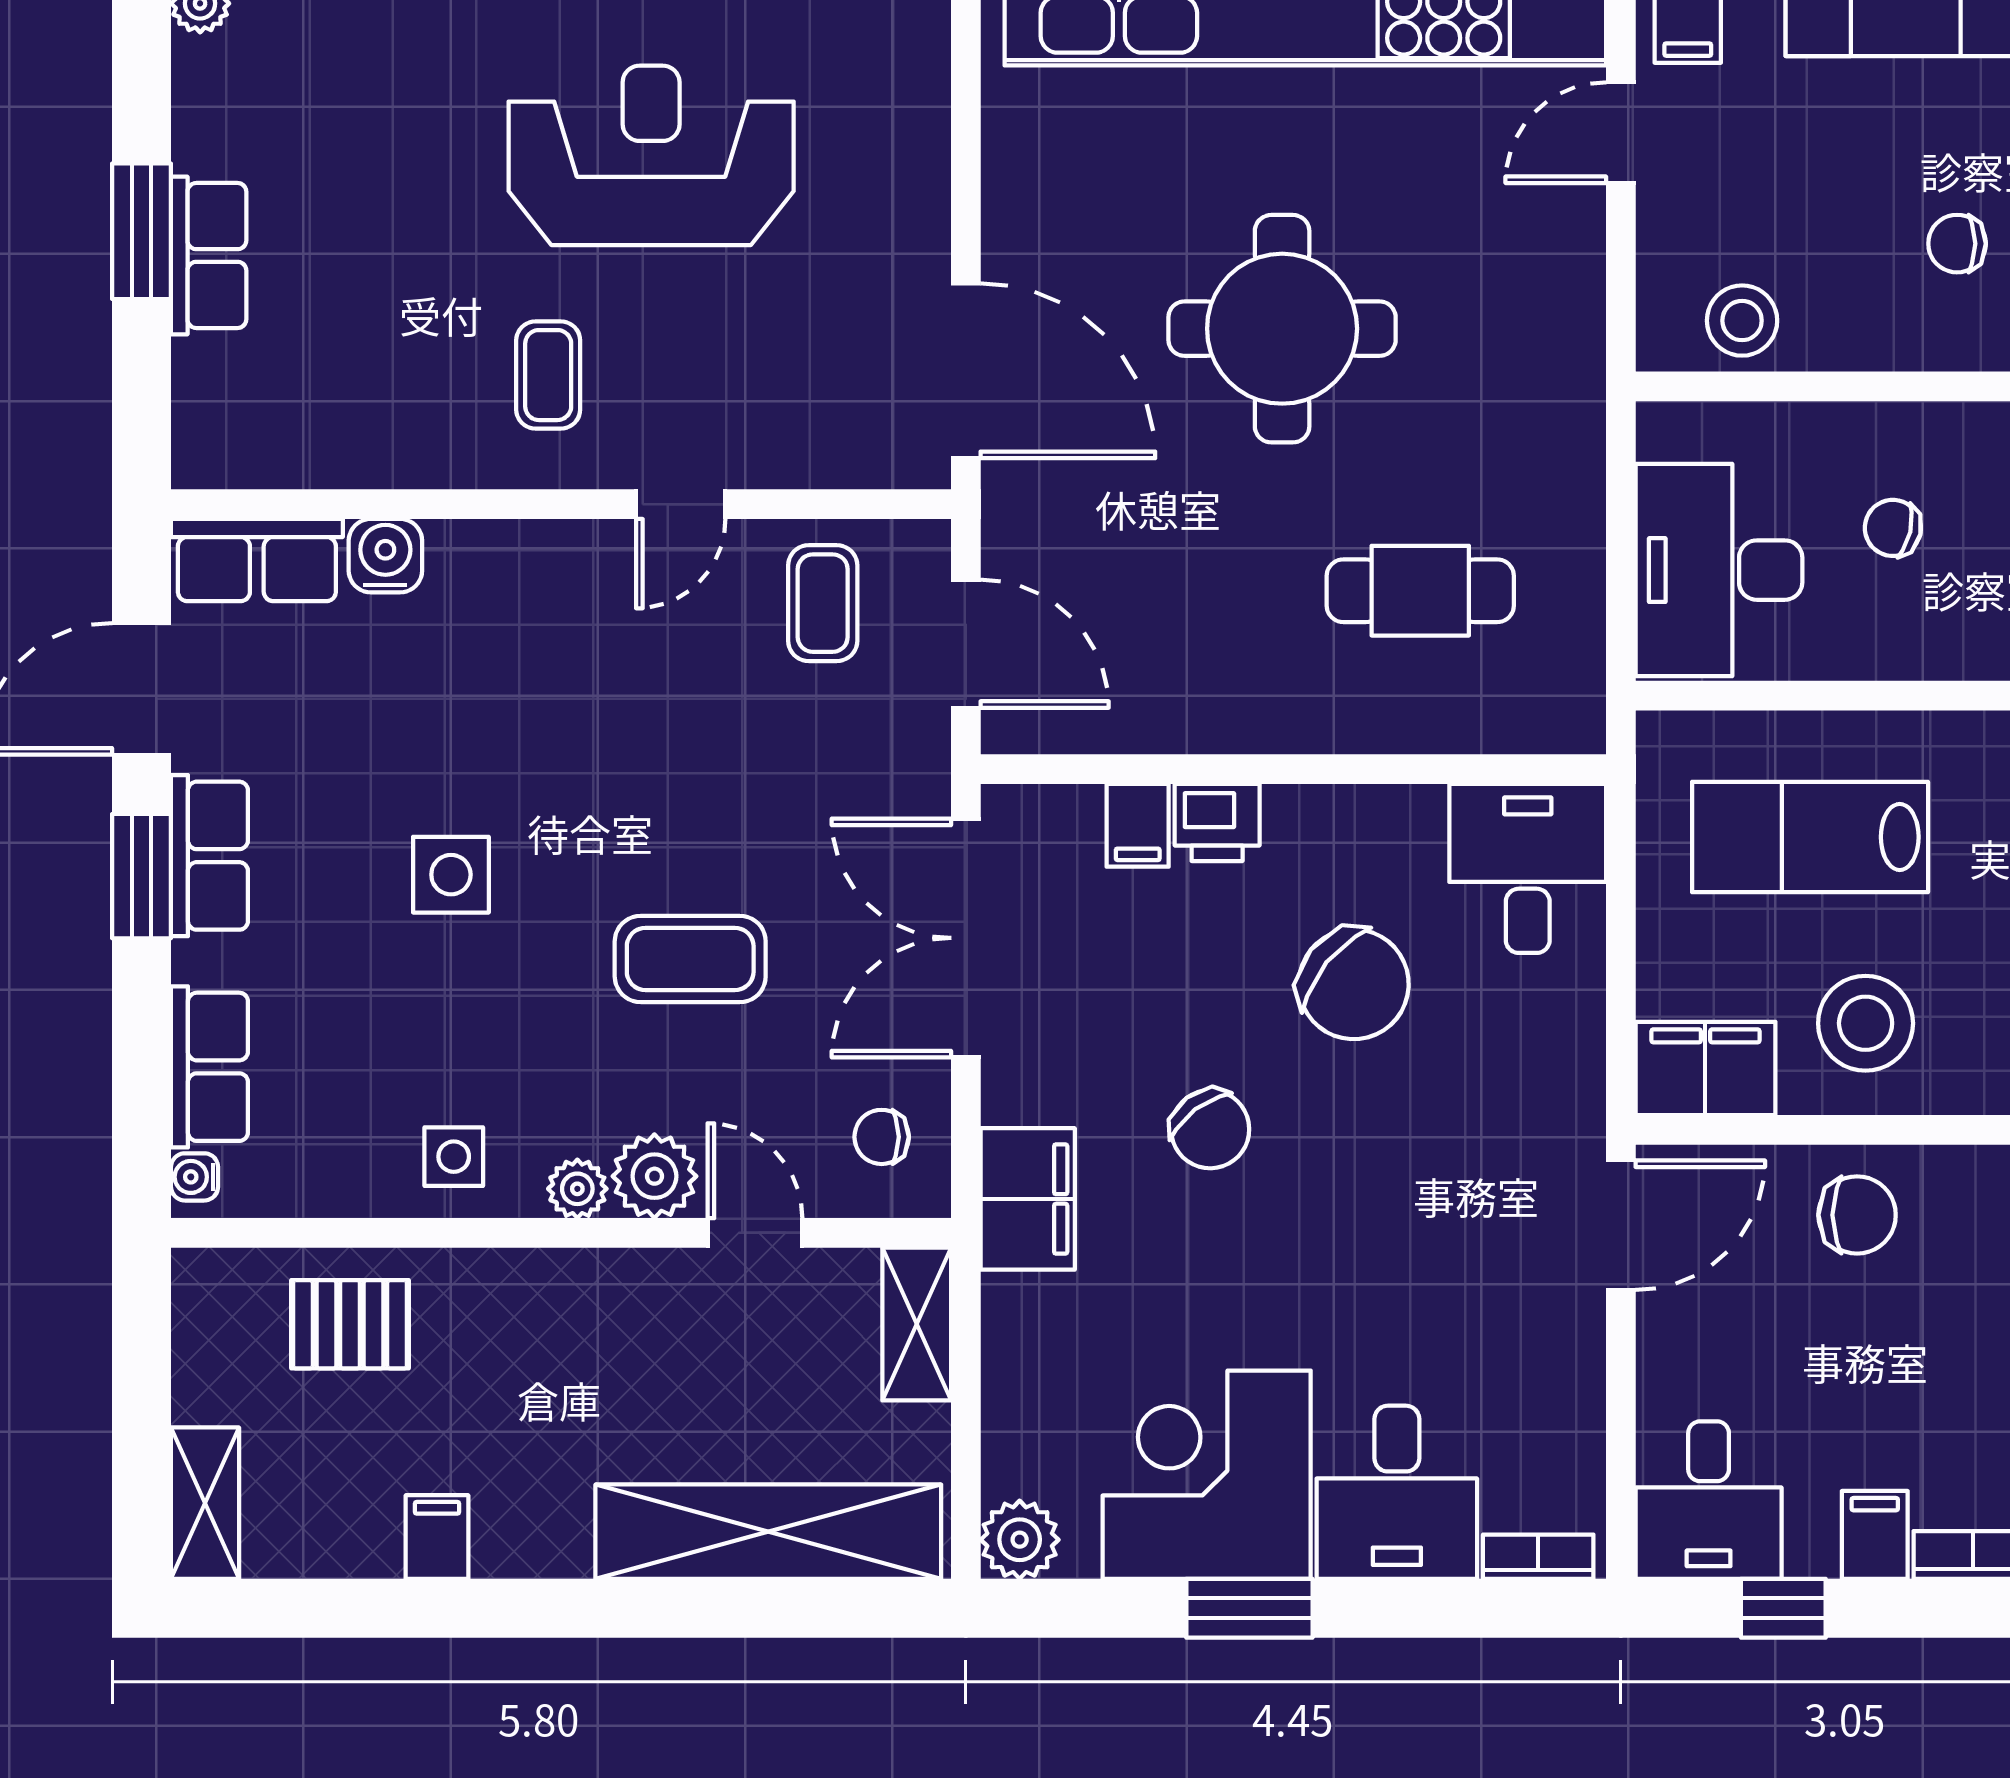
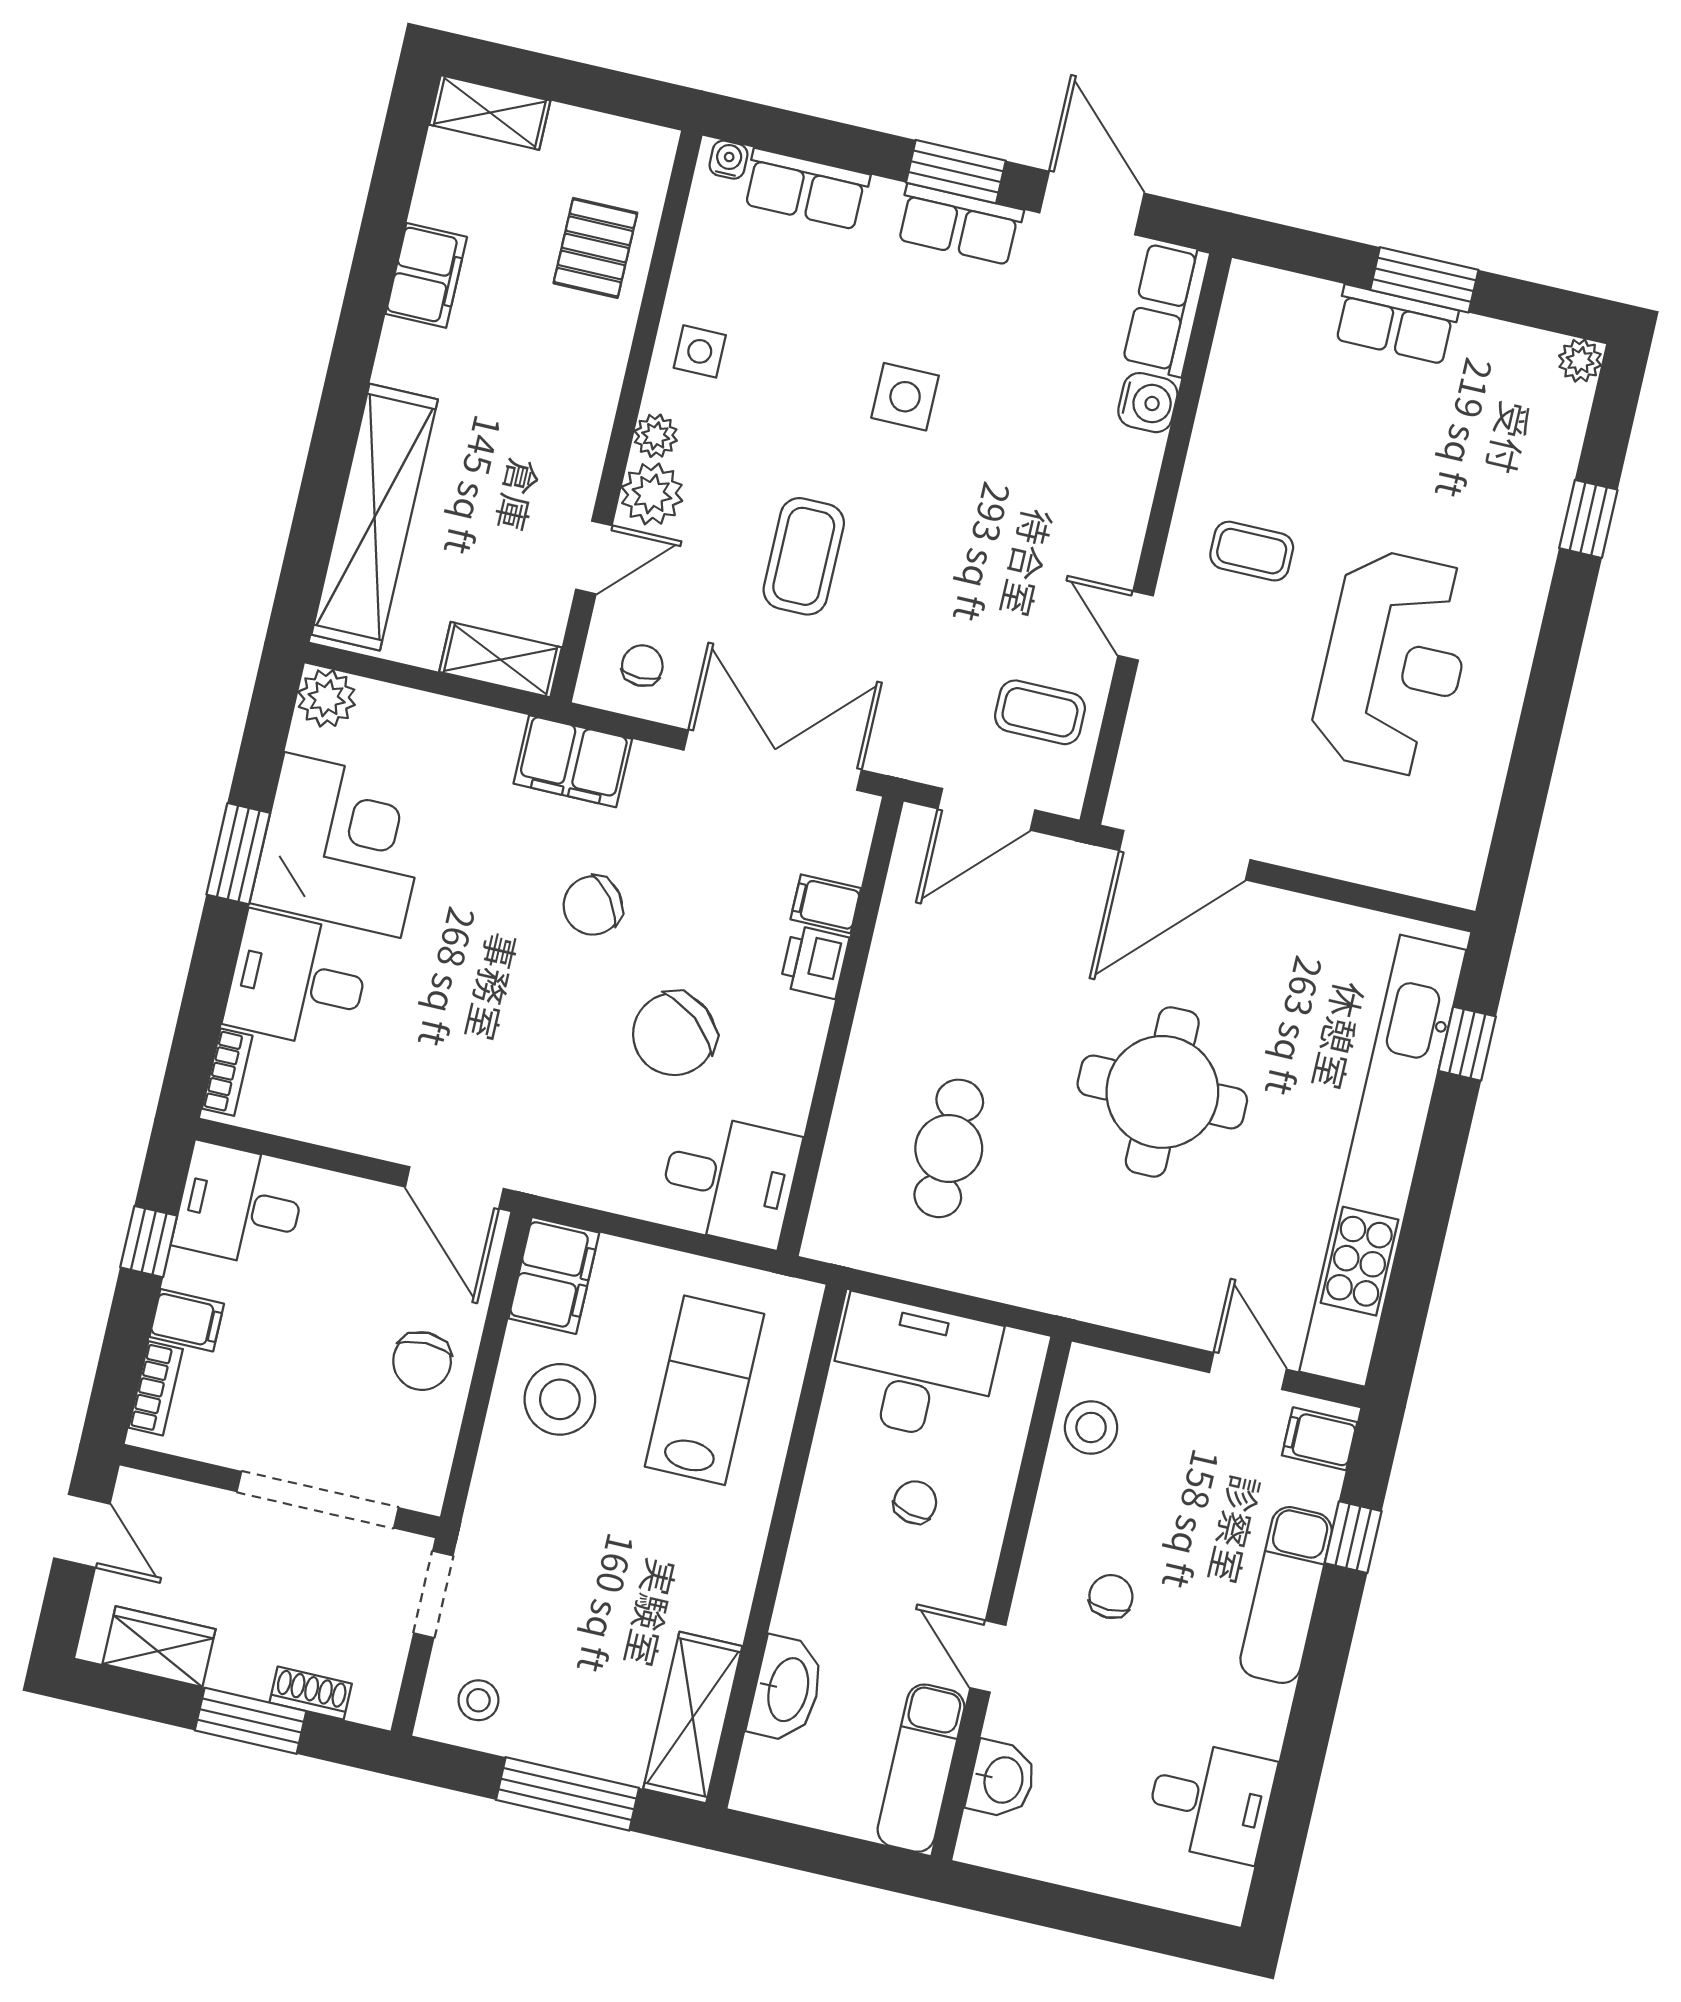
filing cabinet: (437, 1537) -> (426, 275), width x2.00

